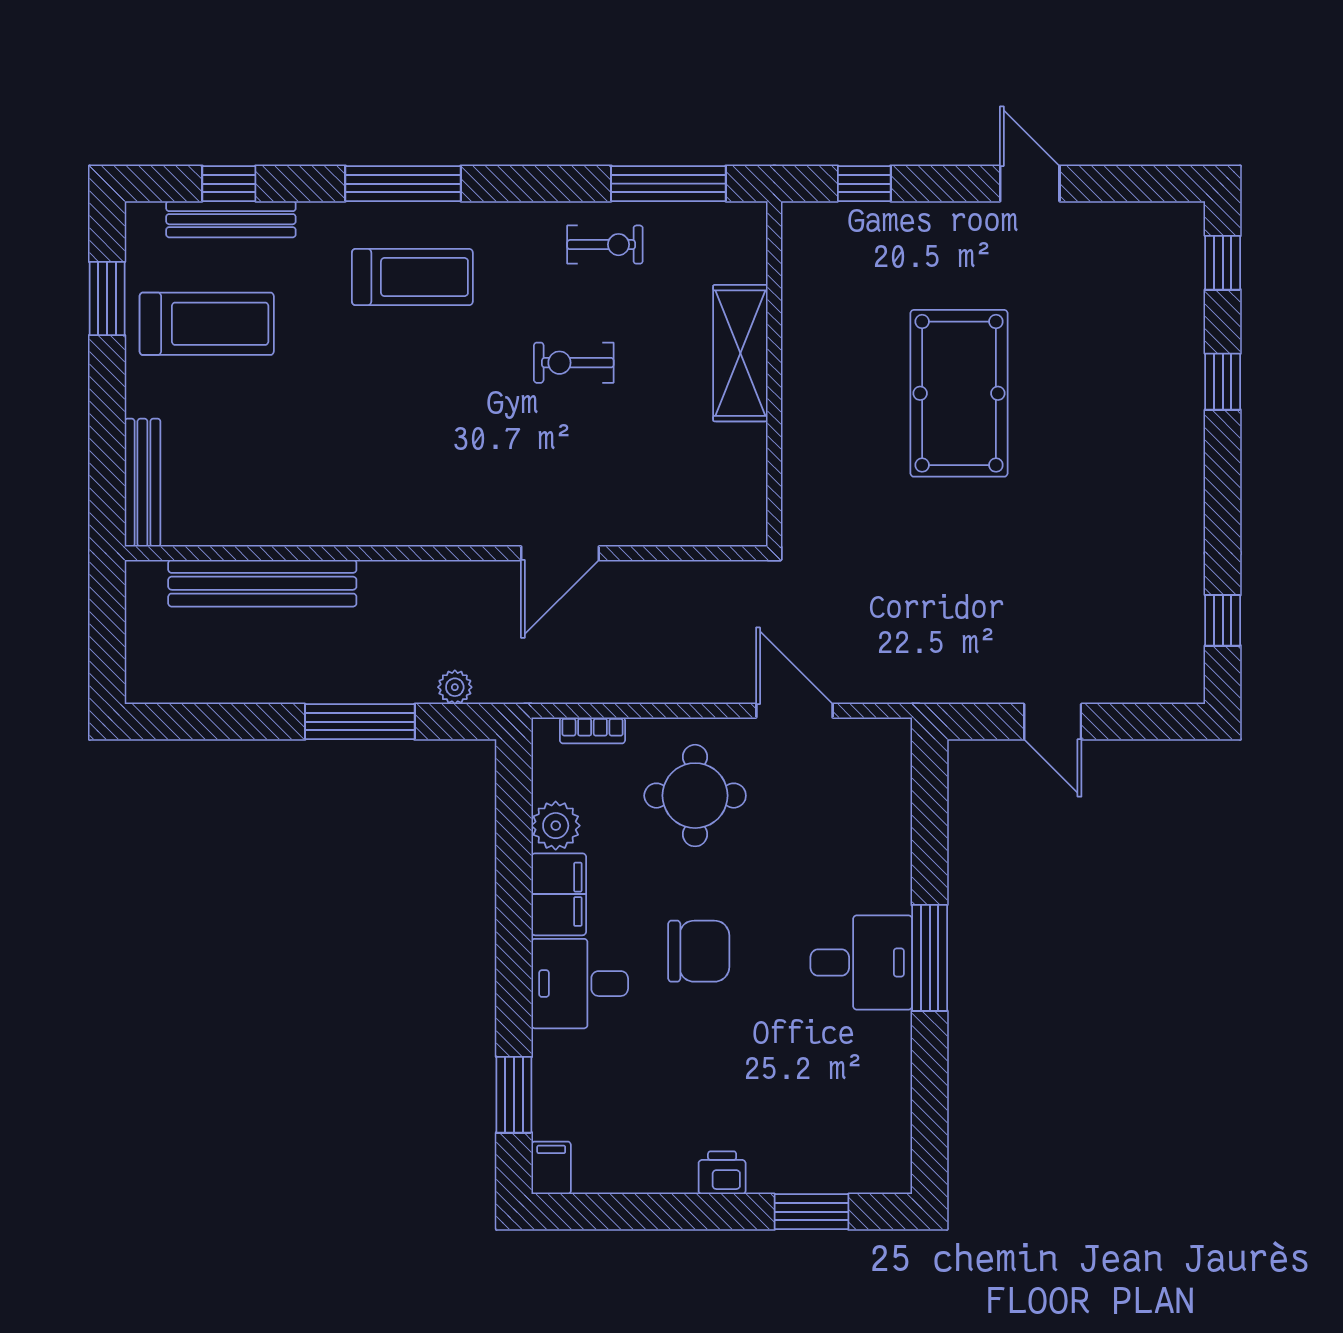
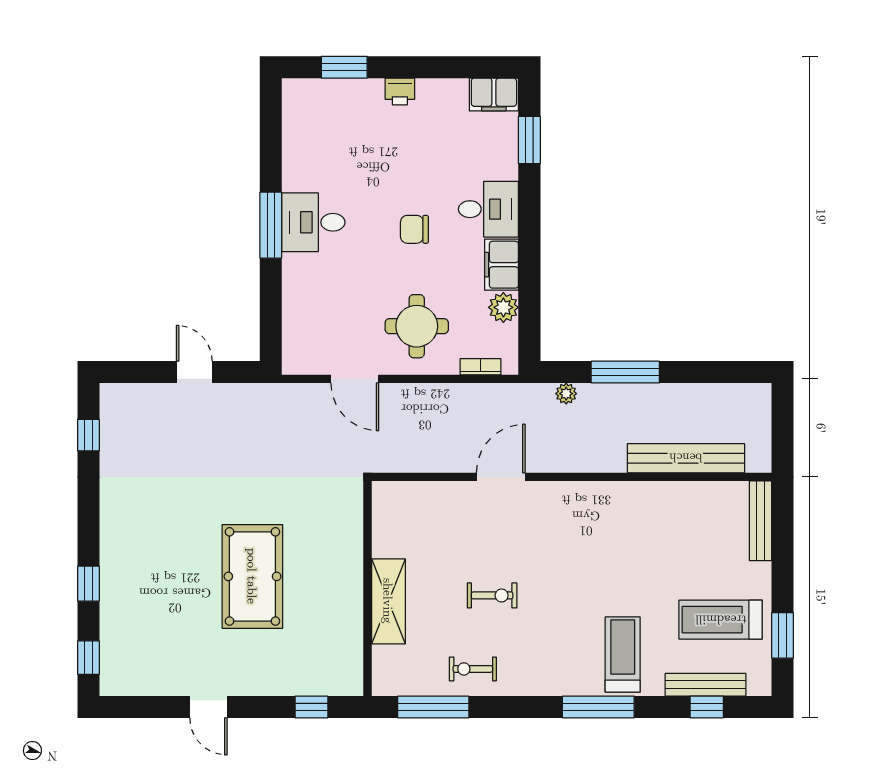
treadmill: (412, 277) -> (623, 655), moved, turned 90
chair: (699, 951) -> (414, 229), width x0.73, depth x0.73
filing cabinet: (551, 1168) -> (494, 95), width x2.00

